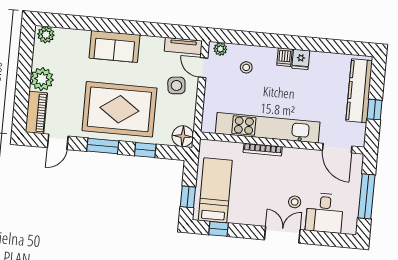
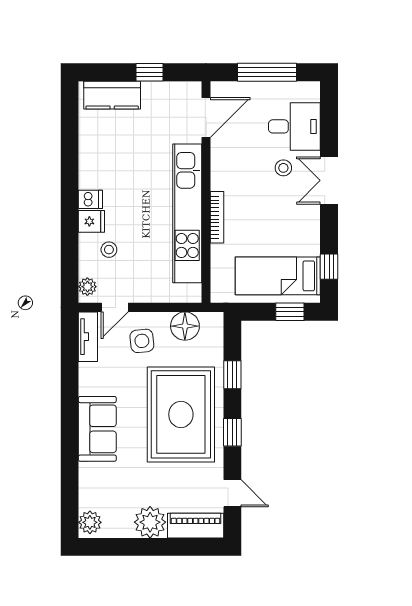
fridge: (301, 59) -> (91, 221), moved
kitchen counter: (359, 91) -> (112, 95), width x0.67
floor lamp: (183, 136) -> (185, 326), moved
window: (103, 146) -> (232, 432), width x0.67

